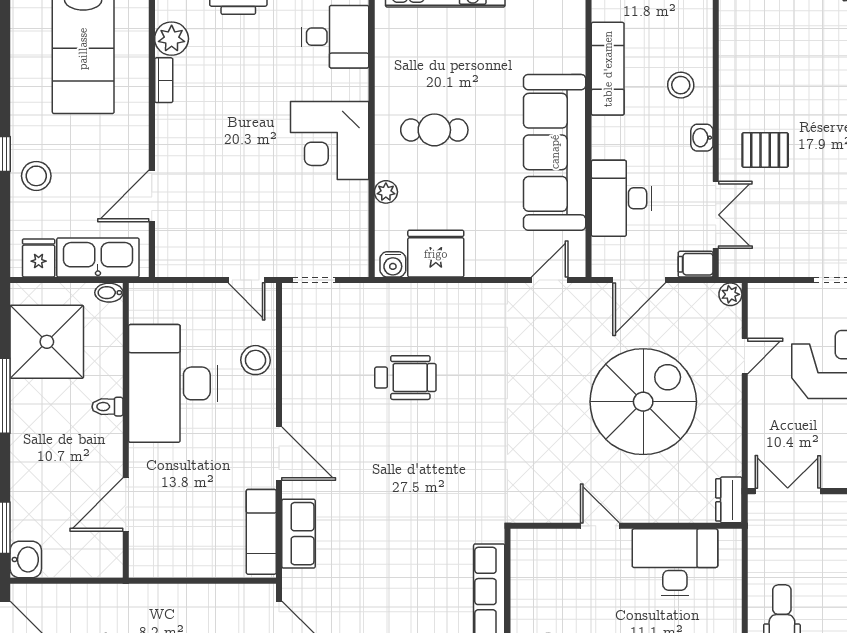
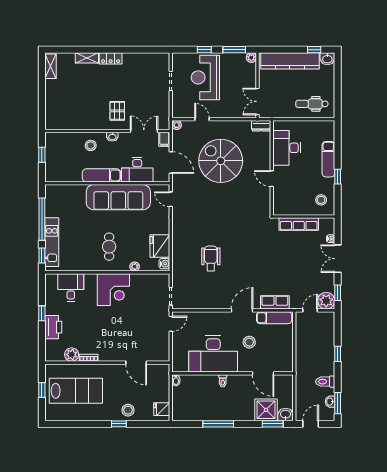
exam couch: (608, 69) -> (101, 175), moved
kitchen sink: (98, 257) -> (161, 385), removed
shower: (47, 342) -> (266, 410), moved, width x0.73, depth x0.73
stool: (255, 360) -> (249, 342), moved
door: (600, 526) -> (272, 179), hinge flipped

